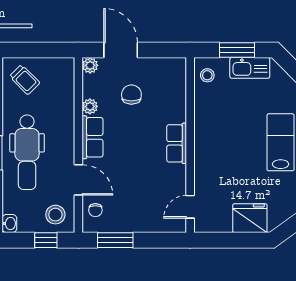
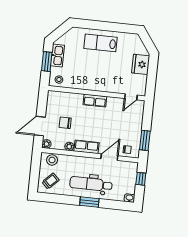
dental chair: (27, 152) -> (91, 184), turned 180
door: (190, 207) -> (131, 97), hinge flipped
stool: (55, 215) -> (52, 160), moved

